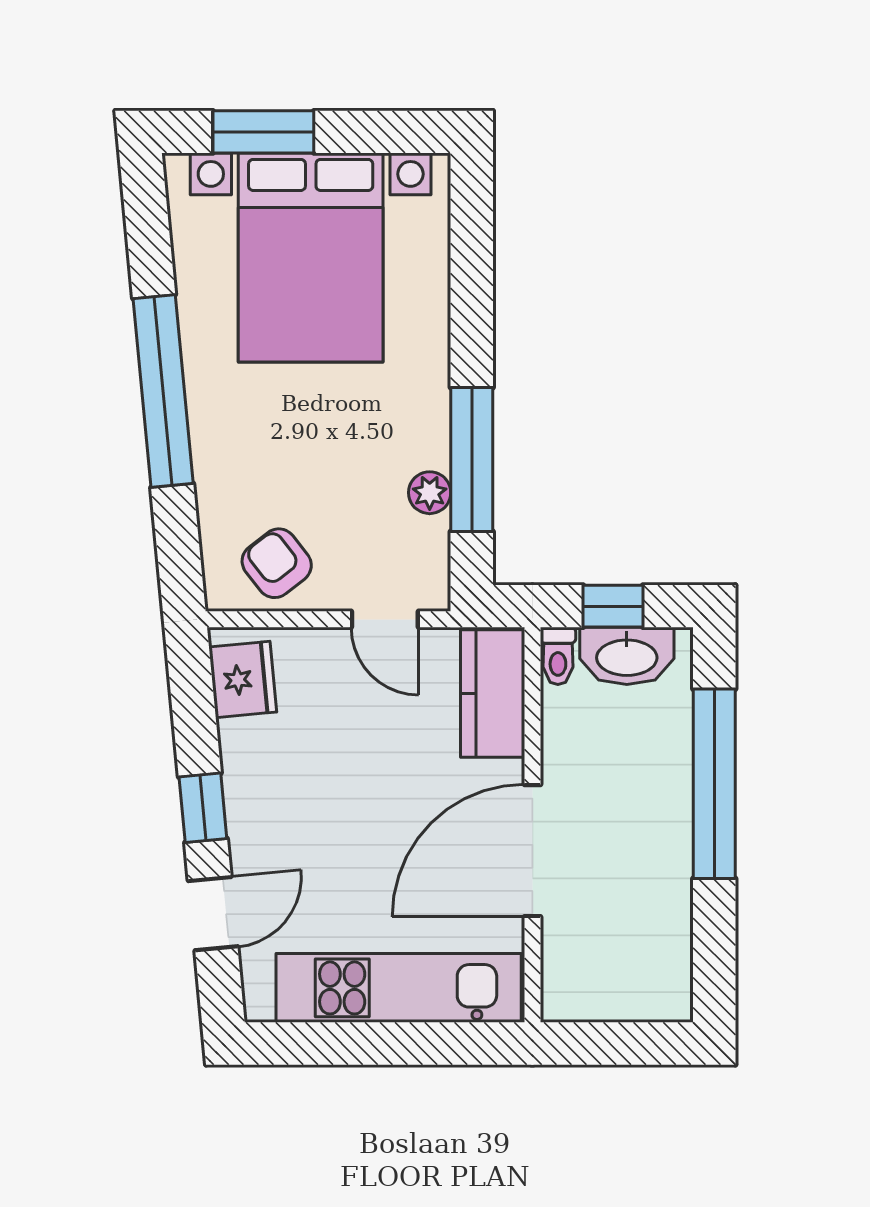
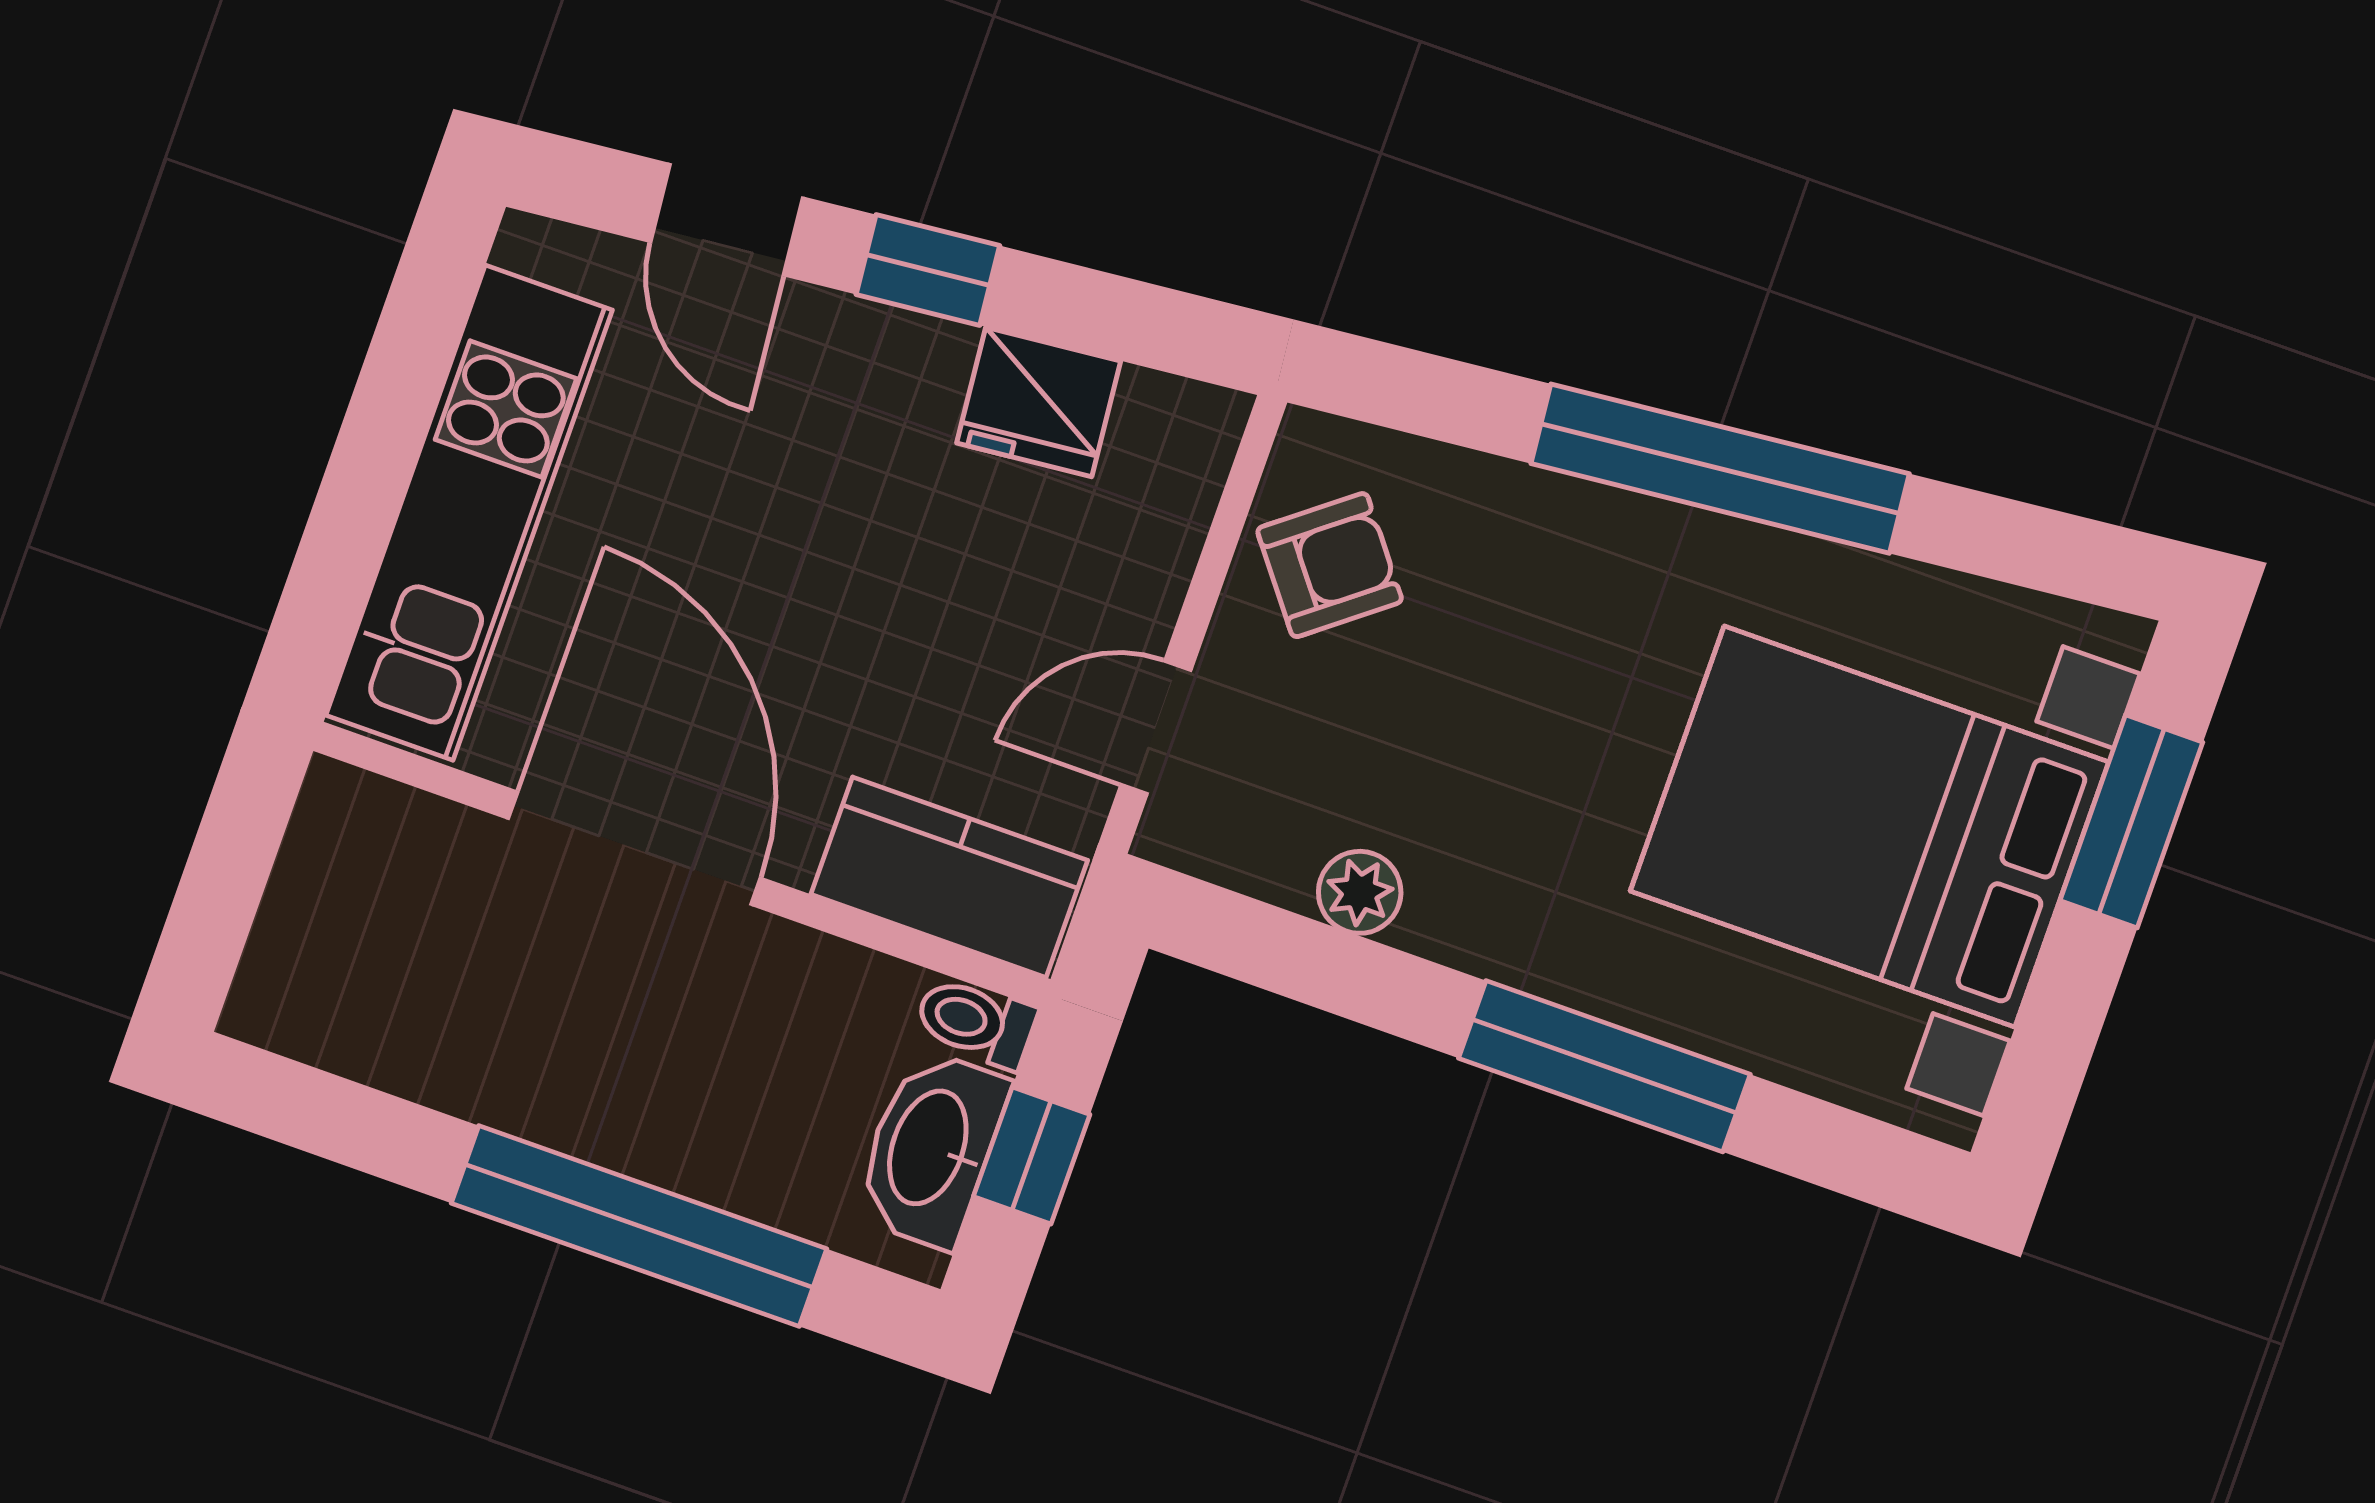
window: (472, 460) -> (1604, 1066), moved
fridge: (243, 679) -> (1039, 402), moved

